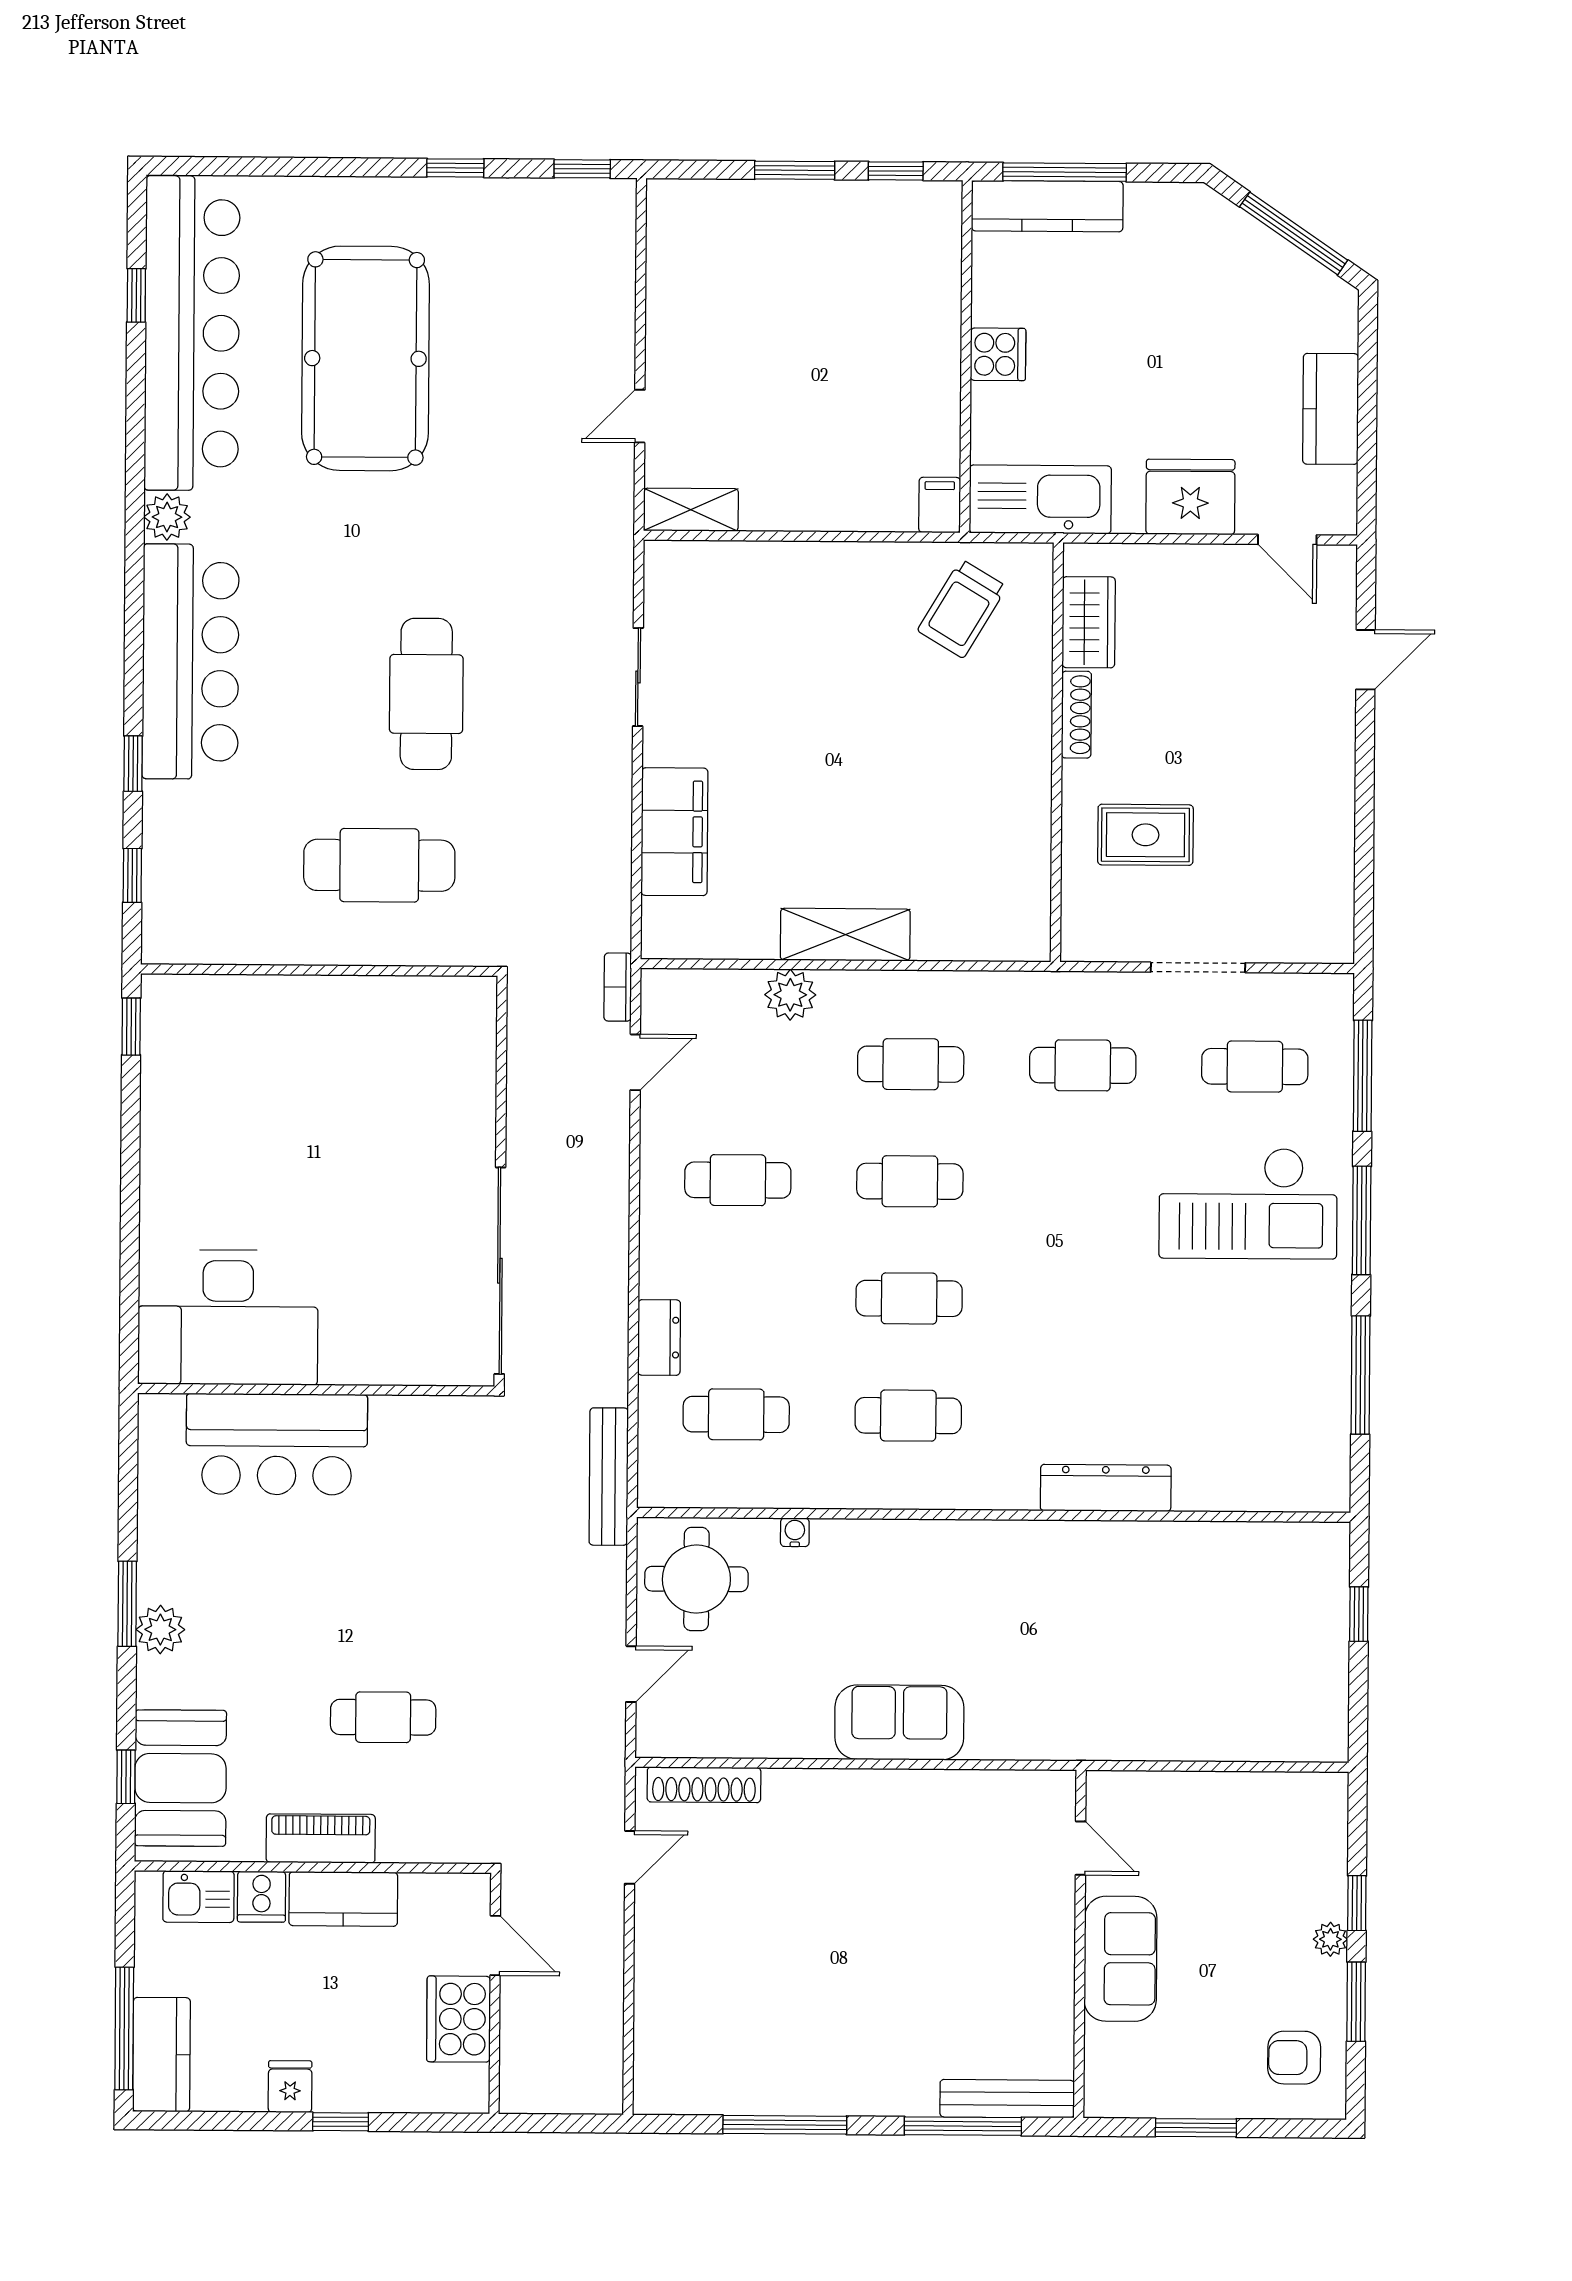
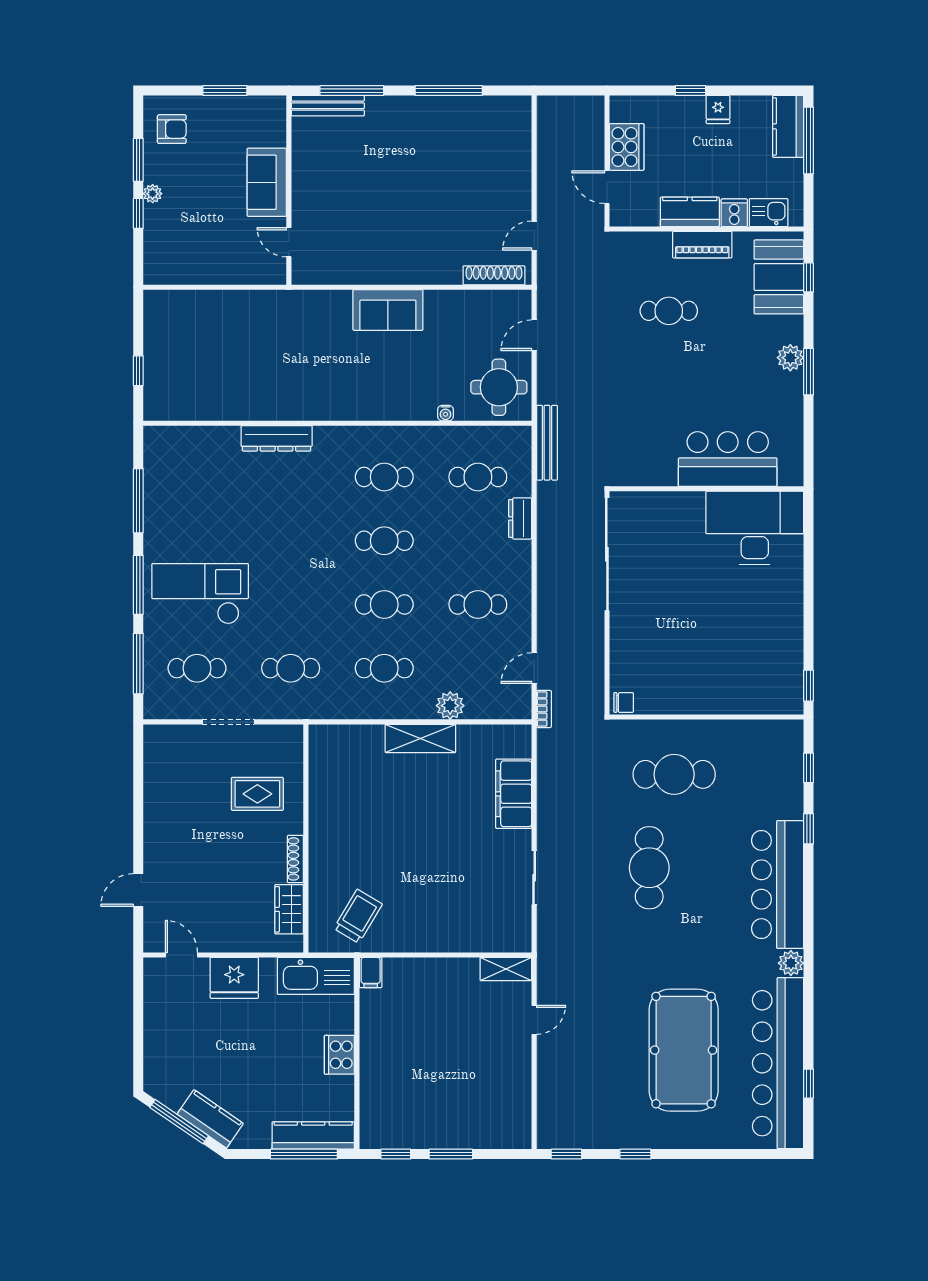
cooker: (998, 354) -> (339, 1055), width x1.36
kitchen counter: (1331, 409) -> (210, 1119), moved, turned -56
chair: (471, 998) -> (624, 702), added

